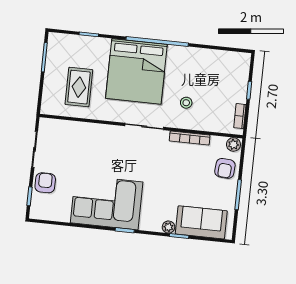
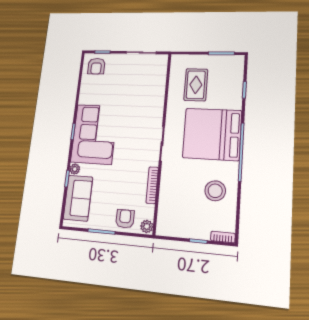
rug: (79, 87) -> (196, 85), turned 90
stool: (186, 103) -> (215, 191), moved, width x1.89, depth x1.89
bookcase: (240, 116) -> (223, 237), moved
armchair: (225, 168) -> (125, 219), turned 86
armchair: (45, 183) -> (96, 66), moved, turned 90
corner sofa: (107, 202) -> (94, 134), moved

